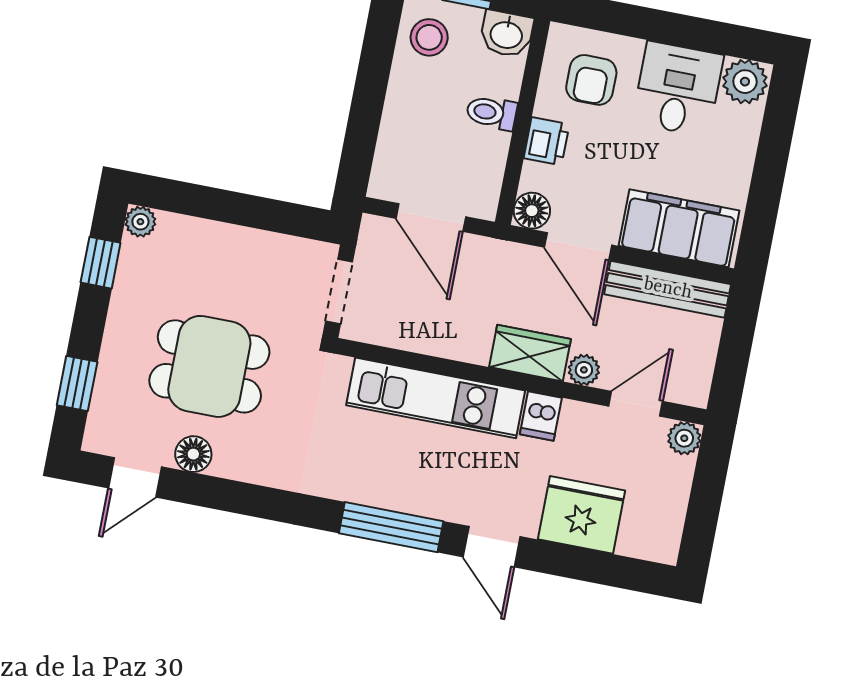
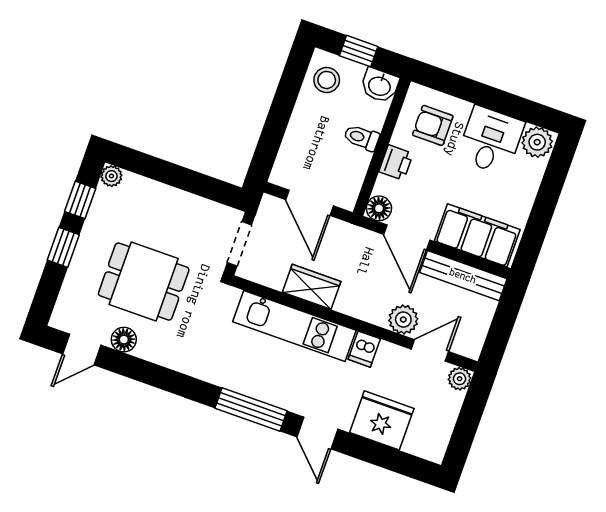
armchair: (591, 80) -> (433, 125), turned 90
wardrobe: (530, 353) -> (312, 287), moved
plant: (584, 370) -> (403, 320), width x1.38, depth x1.38
window: (77, 384) -> (63, 247), moved

